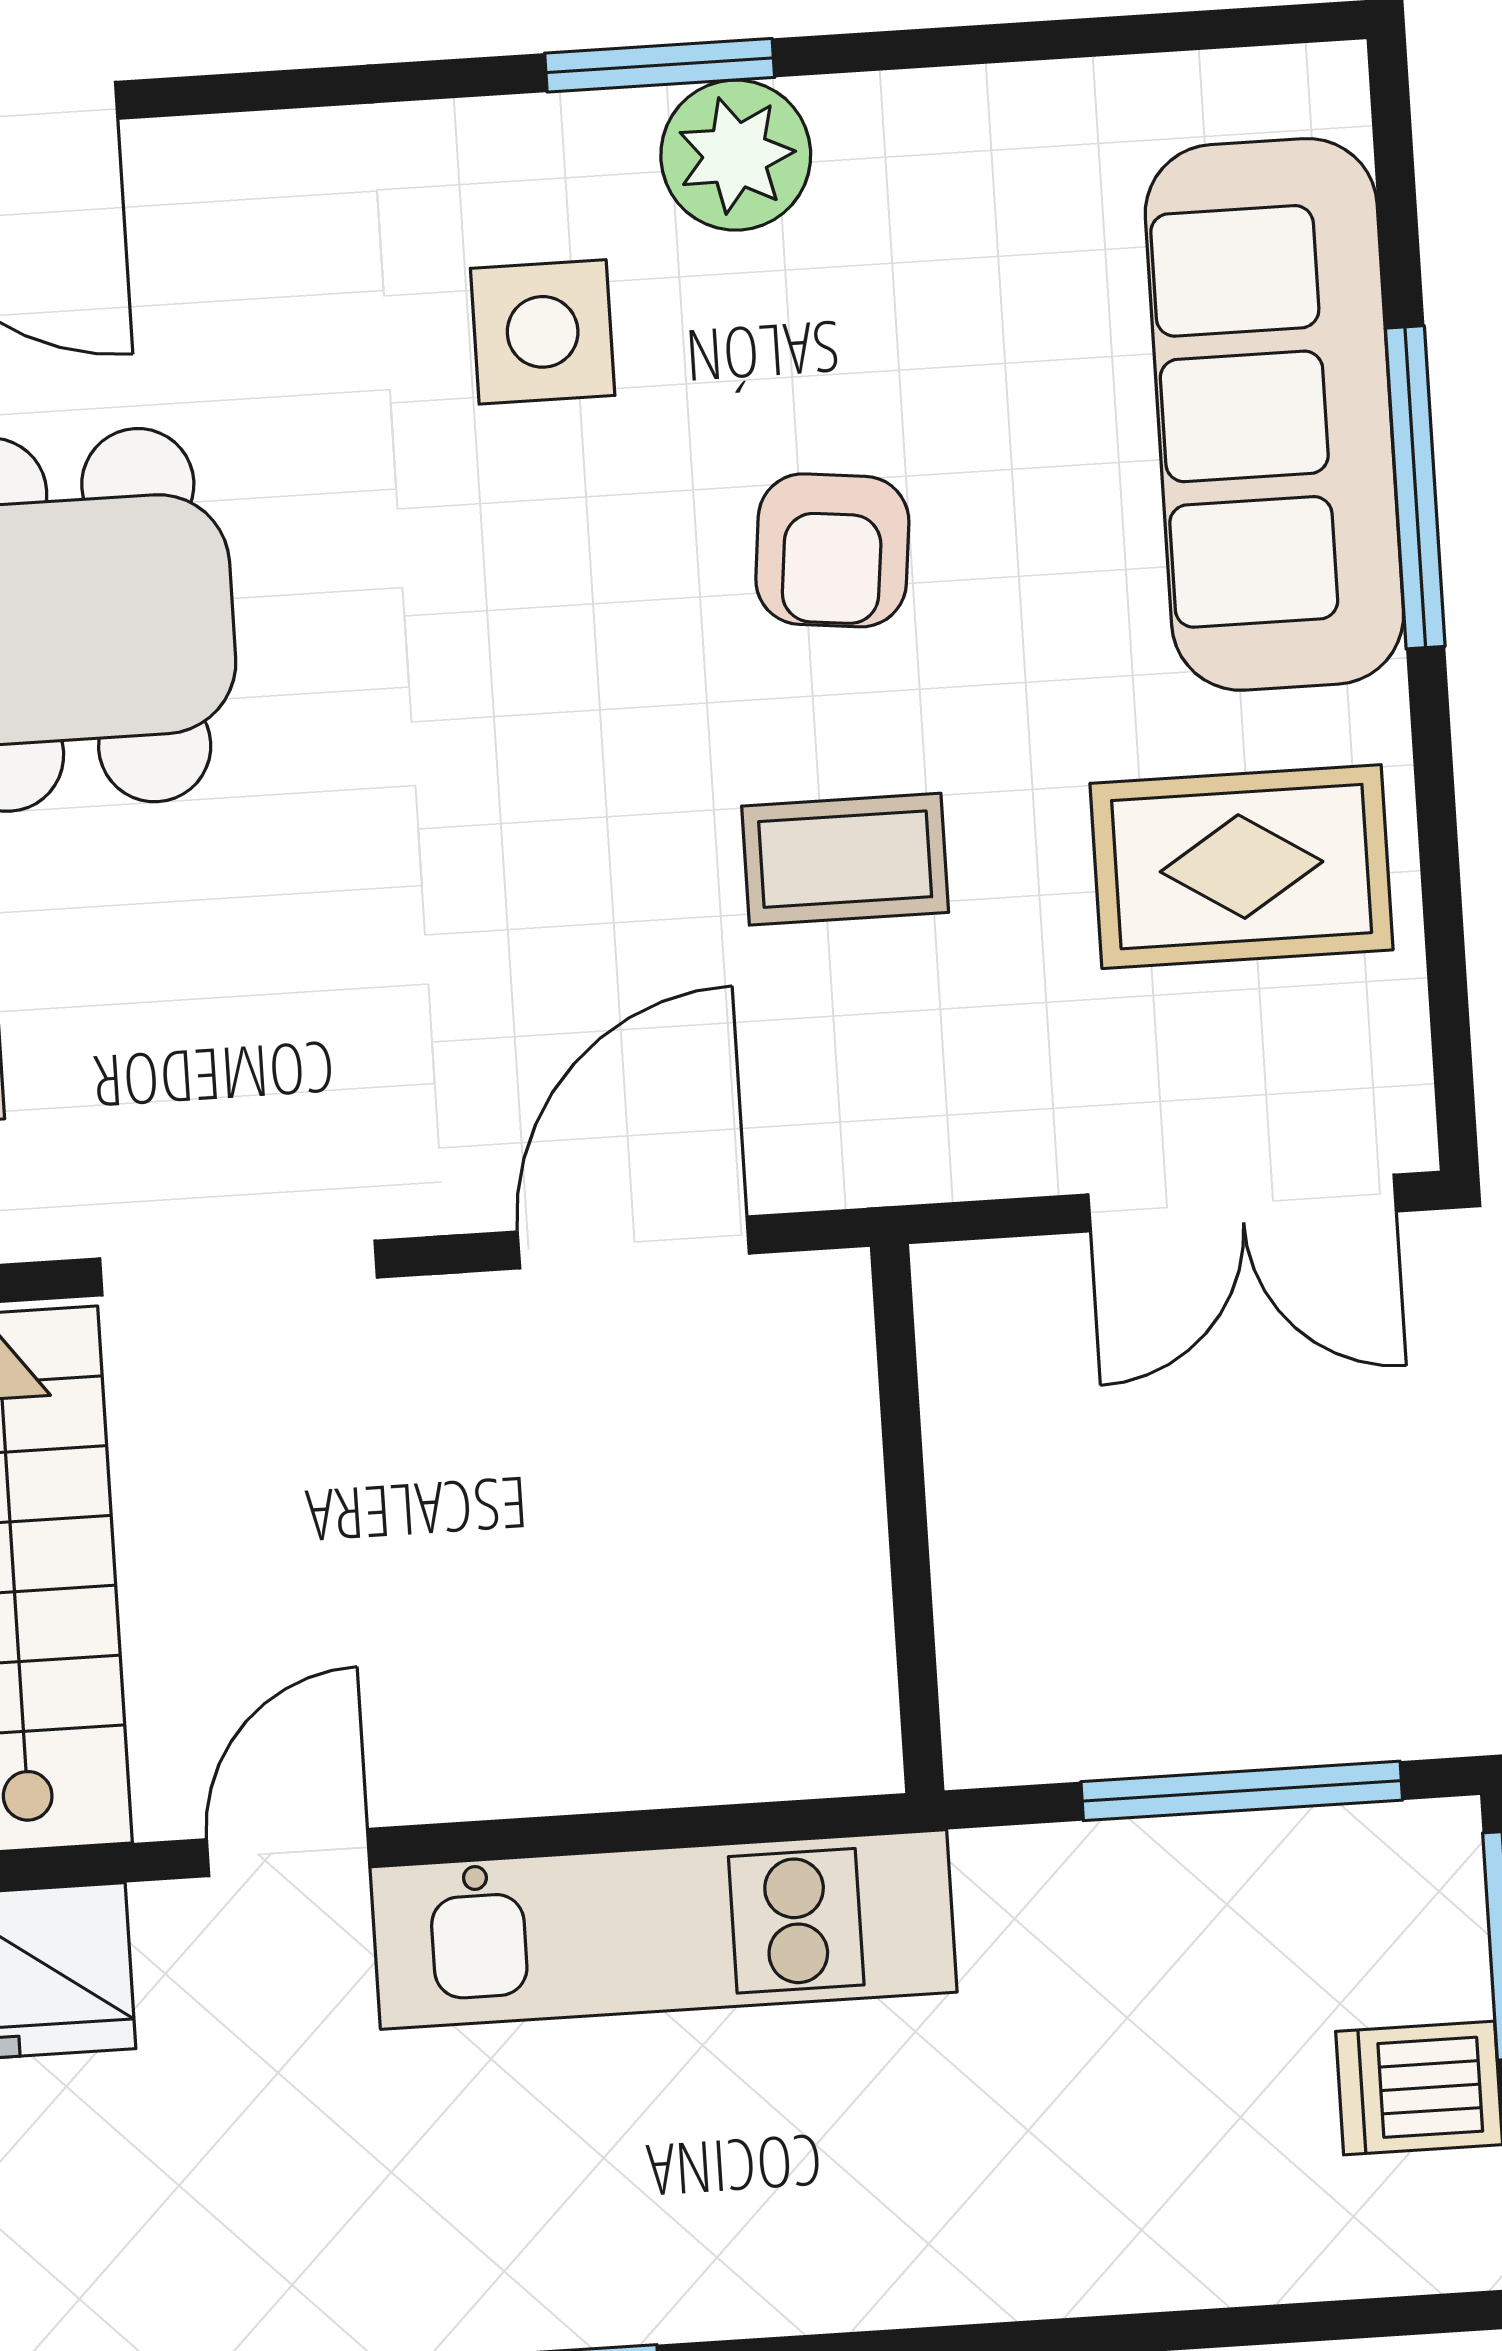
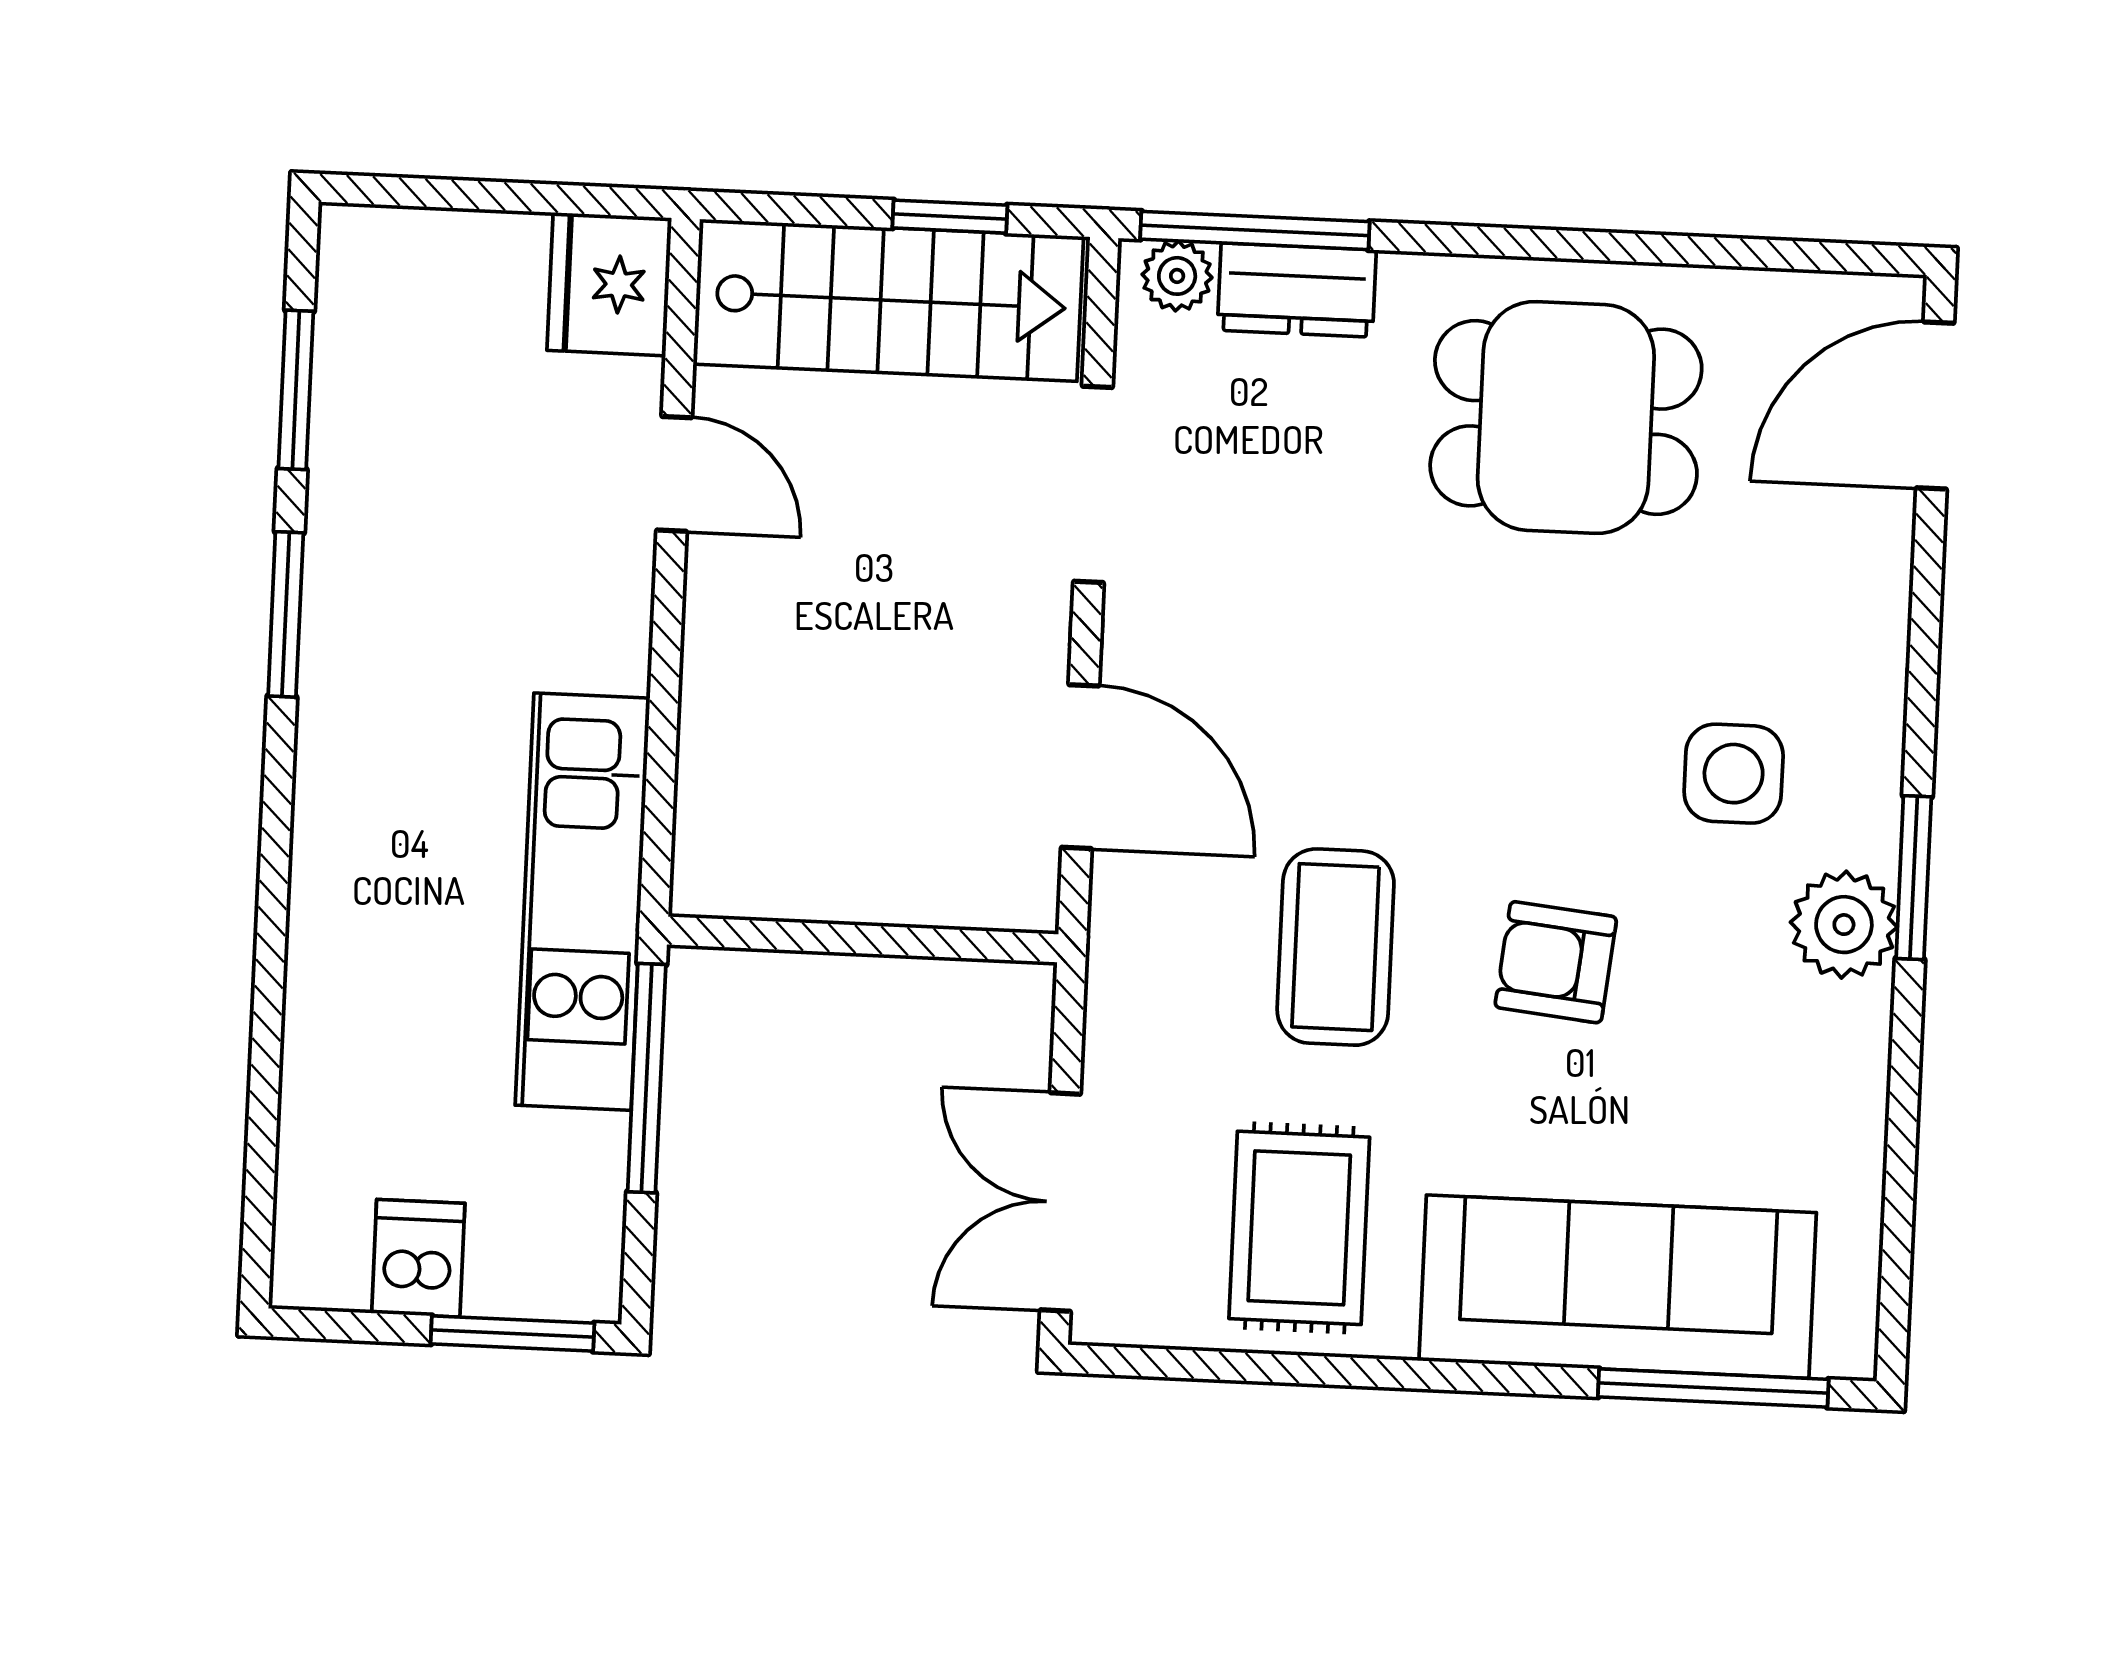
window: (1415, 487) -> (1713, 1388), moved
coffee table: (845, 859) -> (1336, 947), width x1.36, depth x1.30
window: (1242, 1791) -> (647, 1078), moved
kitchen unit: (664, 1929) -> (582, 902), moved

